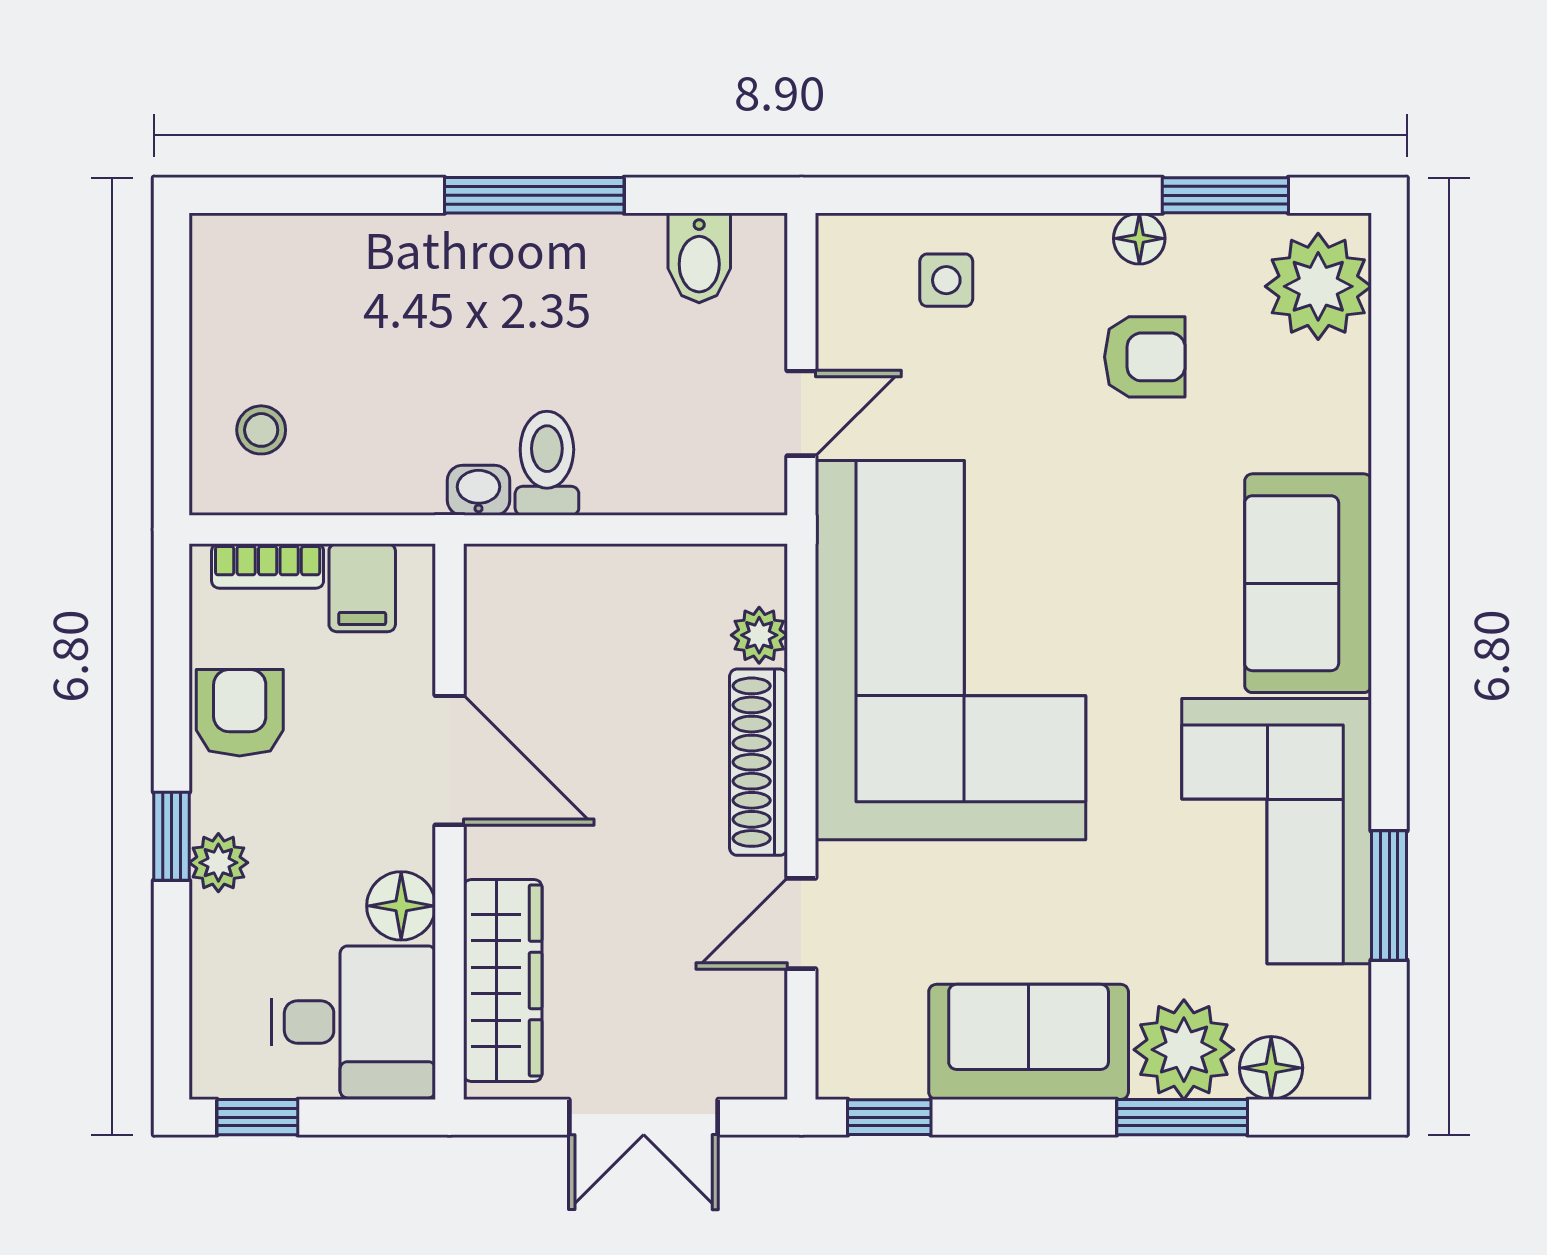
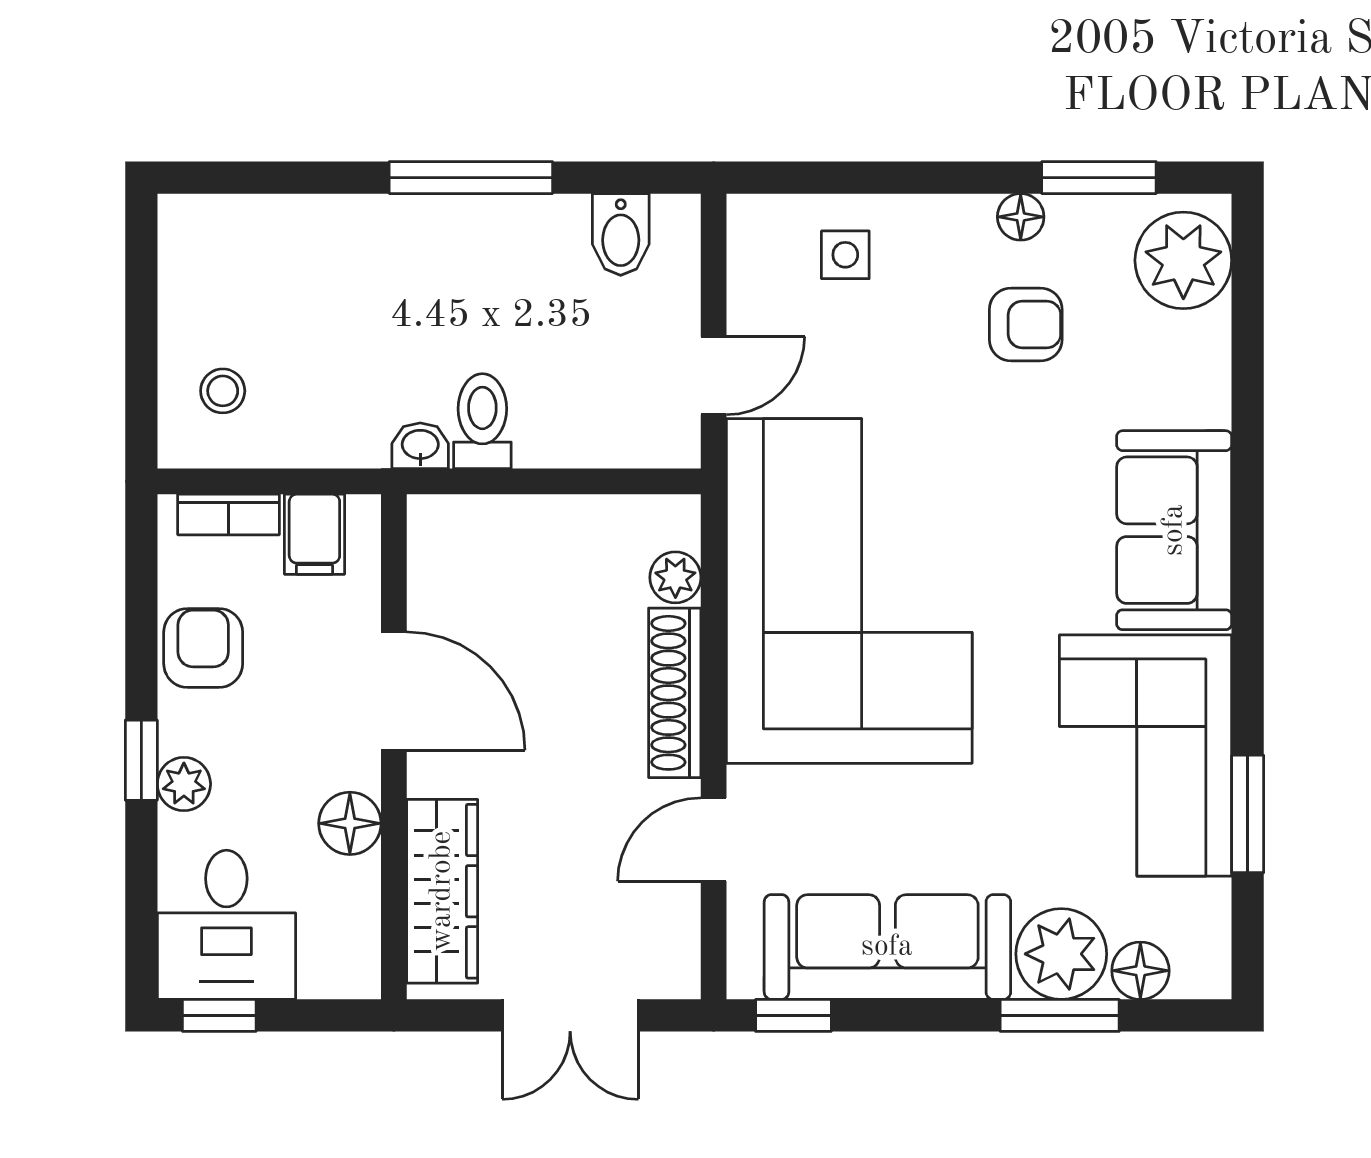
desk: (353, 1022) -> (226, 925), moved, turned 90
sofa: (1029, 1042) -> (887, 947), width x1.36

